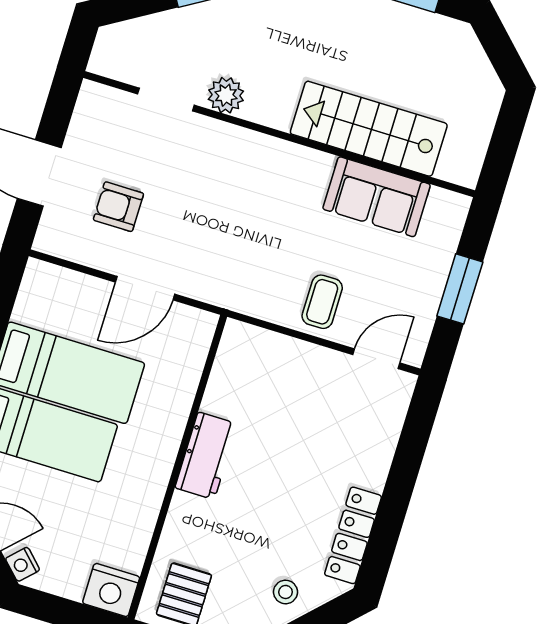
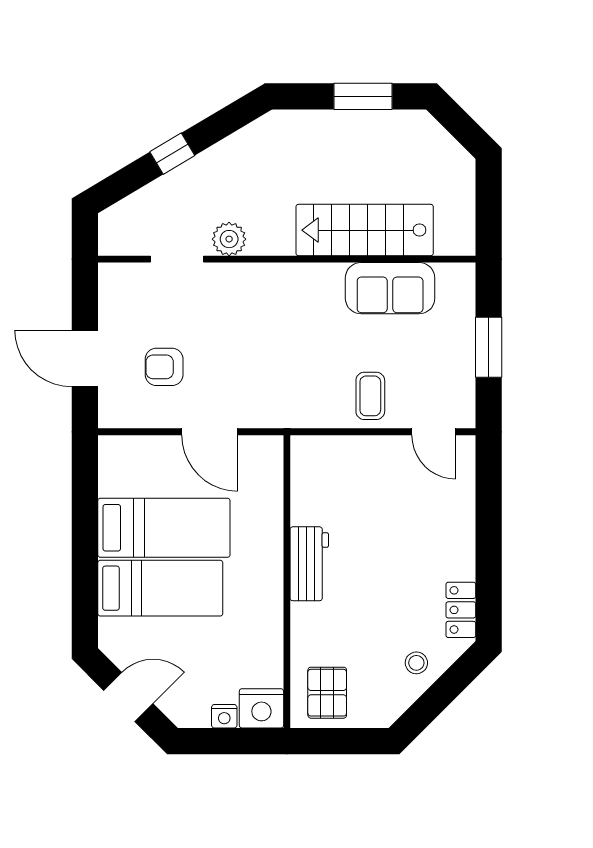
door: (145, 288) -> (210, 432), hinge flipped
door: (376, 359) -> (434, 432), swing flipped
locker: (353, 535) -> (461, 610), width x0.66
nightstand: (23, 564) -> (224, 716), moved, turned -45

